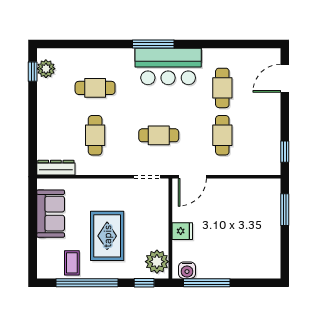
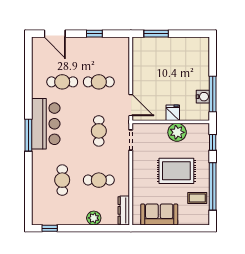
plant: (46, 69) -> (94, 218), moved
window: (285, 152) -> (94, 34), moved
plant: (157, 262) -> (177, 132), moved
water cooler: (187, 270) -> (203, 97), moved

